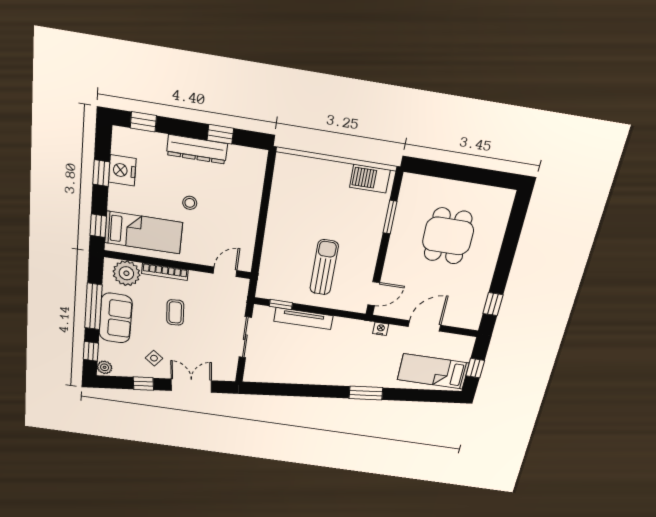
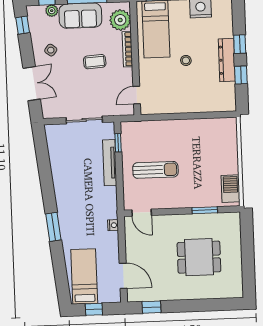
window: (143, 122) -> (240, 44), moved
door: (225, 272) -> (137, 95), swing flipped
door: (424, 326) -> (123, 276), moved
plant: (105, 367) -> (52, 11), moved
window: (143, 384) -> (23, 25), moved

